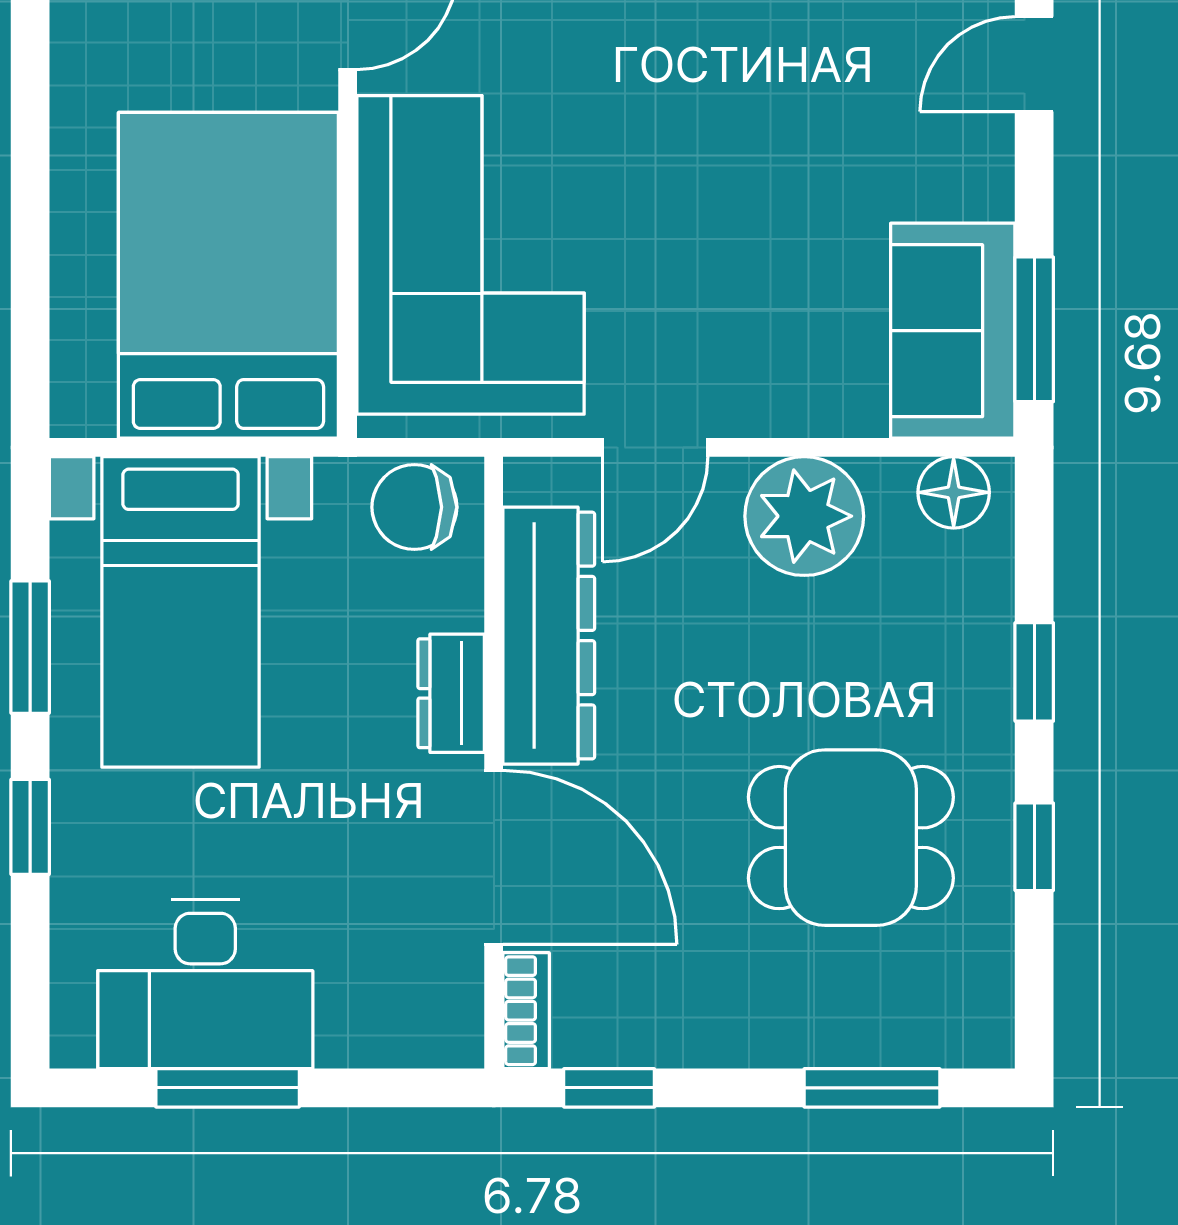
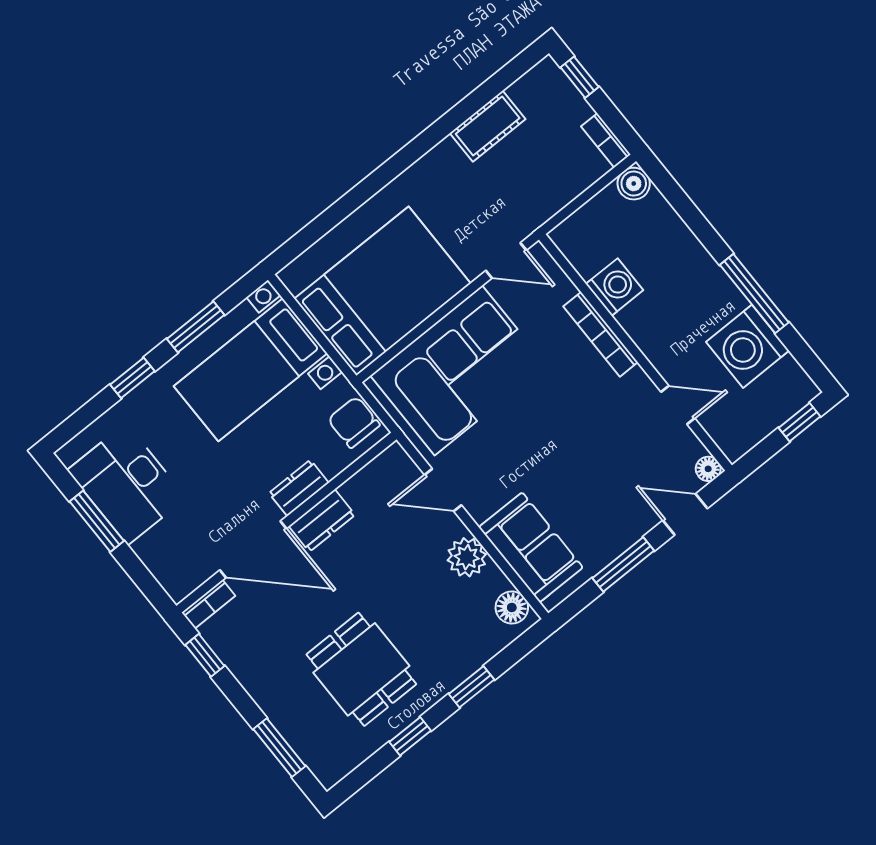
window: (1034, 329) -> (623, 564), moved
sofa: (953, 331) -> (531, 547), moved, turned 90
plant: (804, 516) -> (467, 557), width x0.73, depth x0.73
dresser: (549, 636) -> (322, 521), width x0.51, depth x0.80
door: (494, 857) -> (253, 549), hinge flipped

